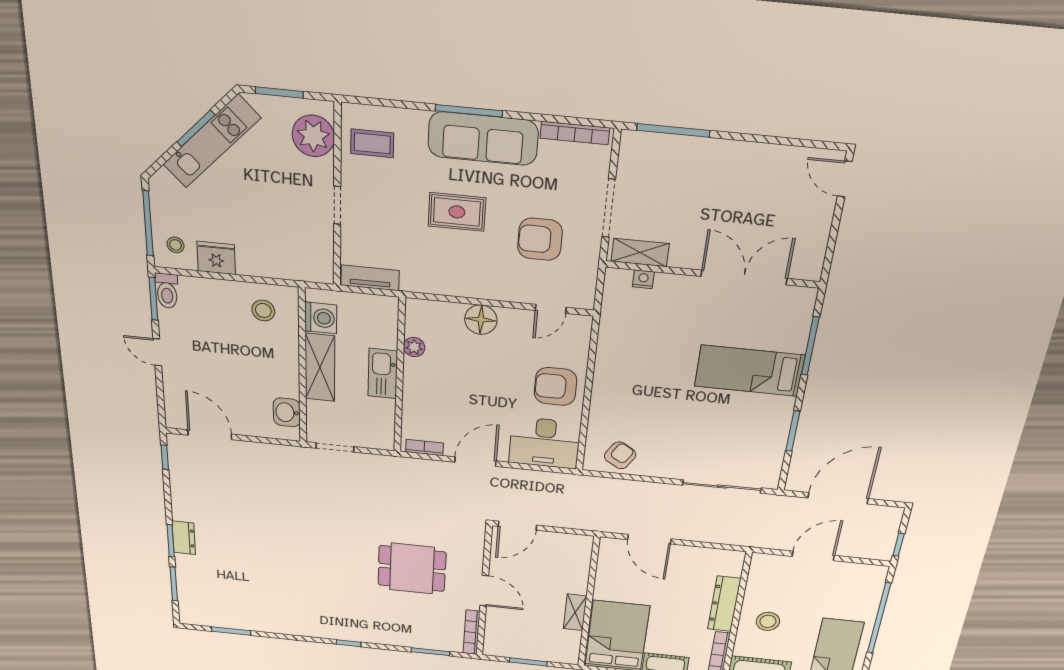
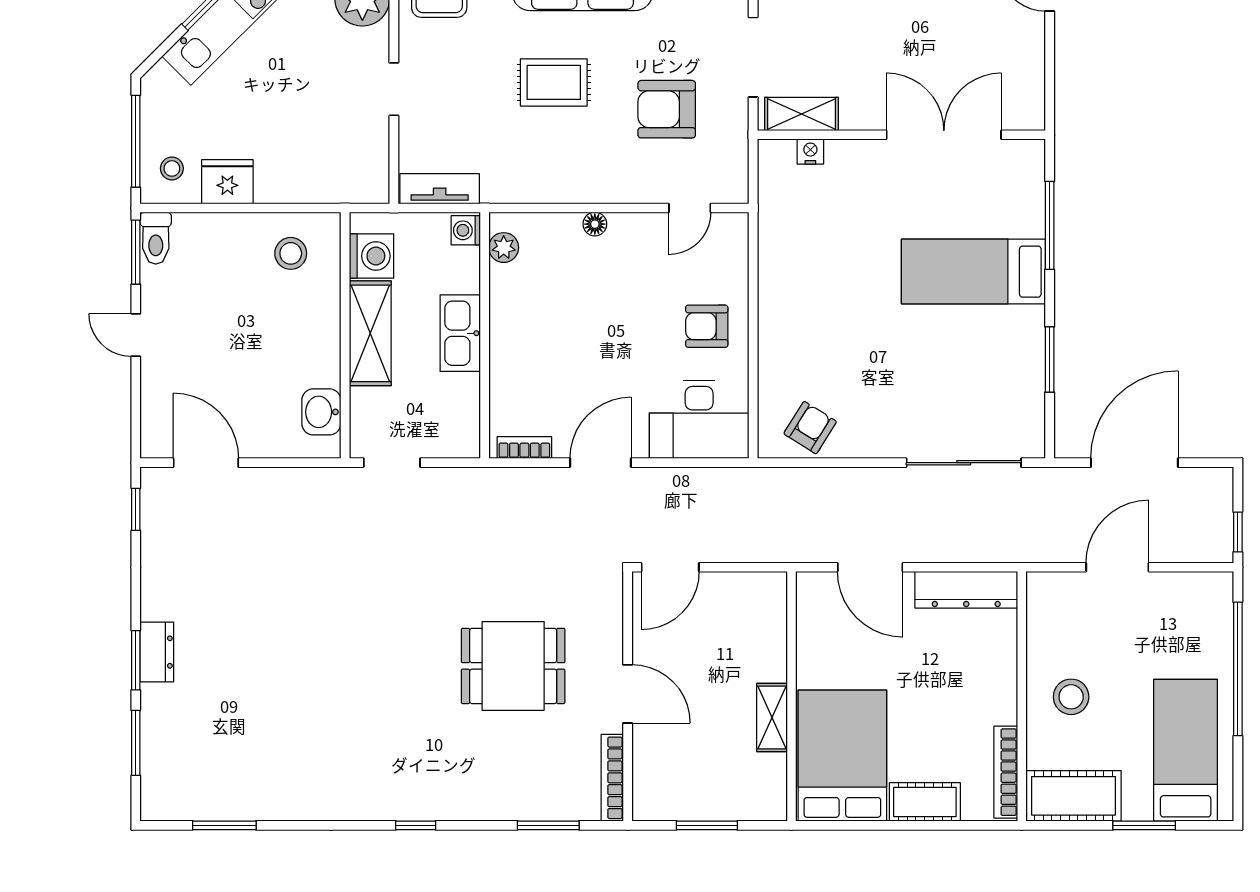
washing machine: (388, 308) -> (466, 230), added
floor lamp: (481, 320) -> (595, 224), width x0.53, depth x0.53
plant: (414, 347) -> (504, 248), moved
armchair: (556, 386) -> (707, 326), width x0.72, depth x0.72
dresser: (724, 604) -> (966, 590), moved, turned -90

